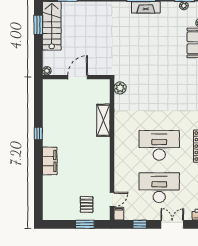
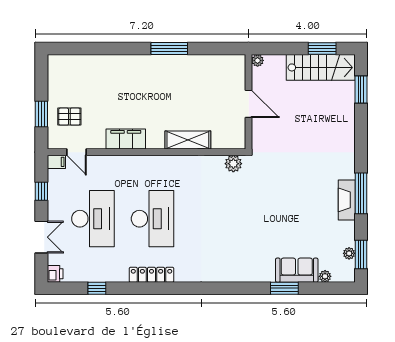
window: (38, 133) -> (169, 49), width x2.17
filing cabinet: (50, 161) -> (126, 139), moved, turned 180

